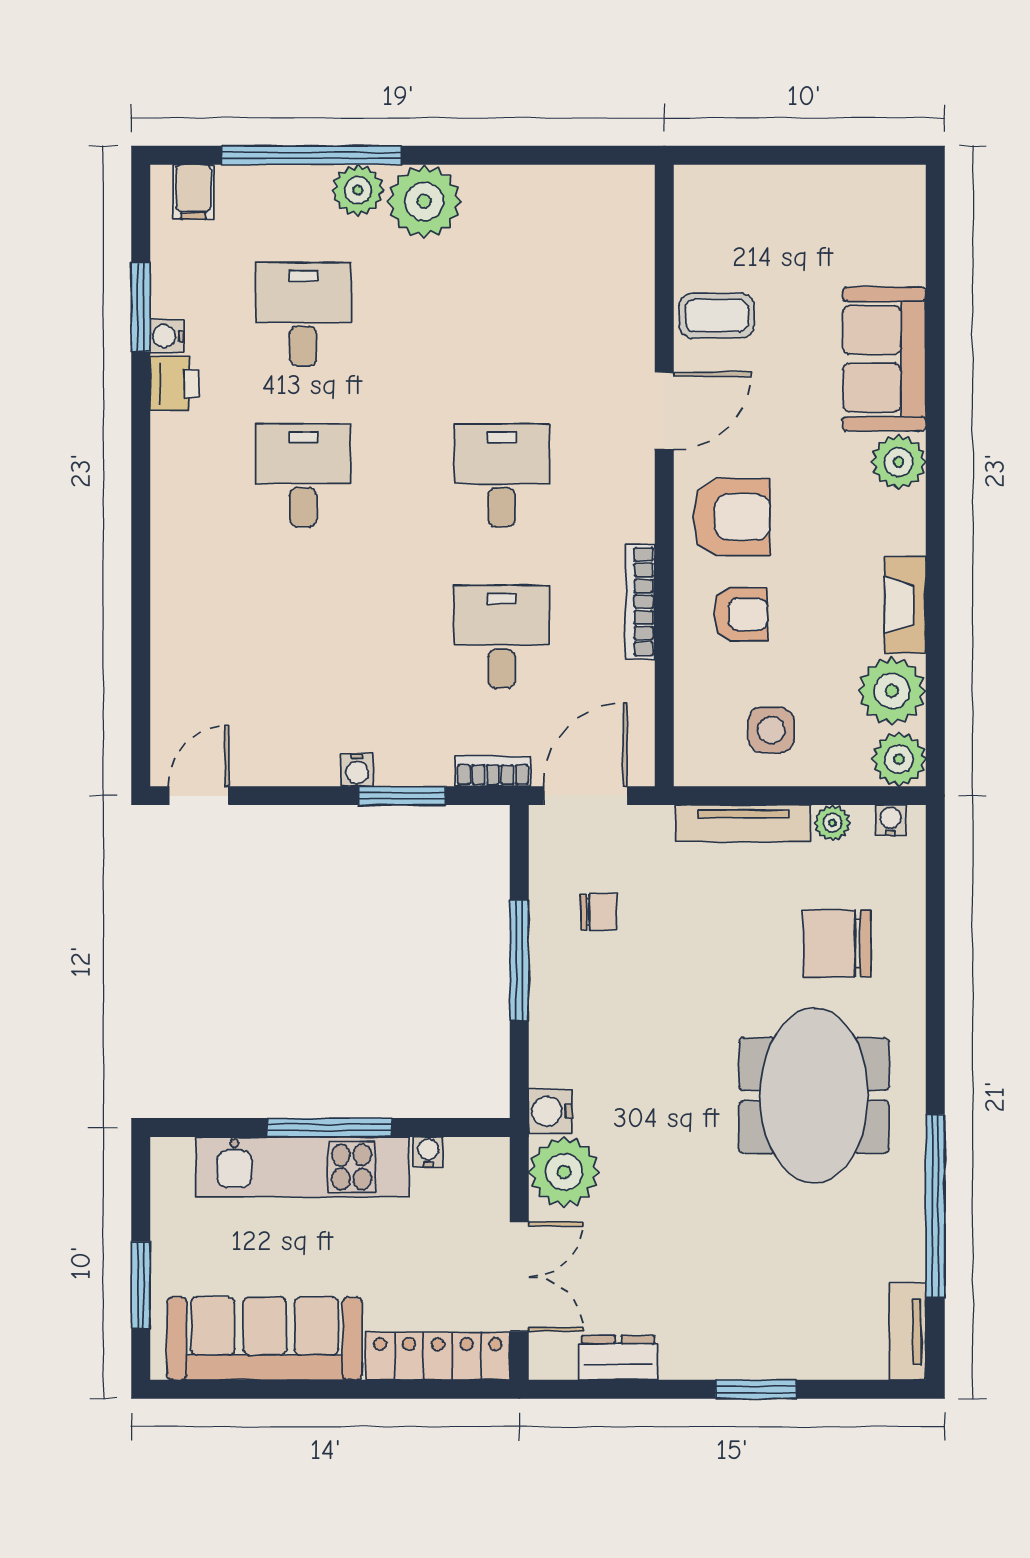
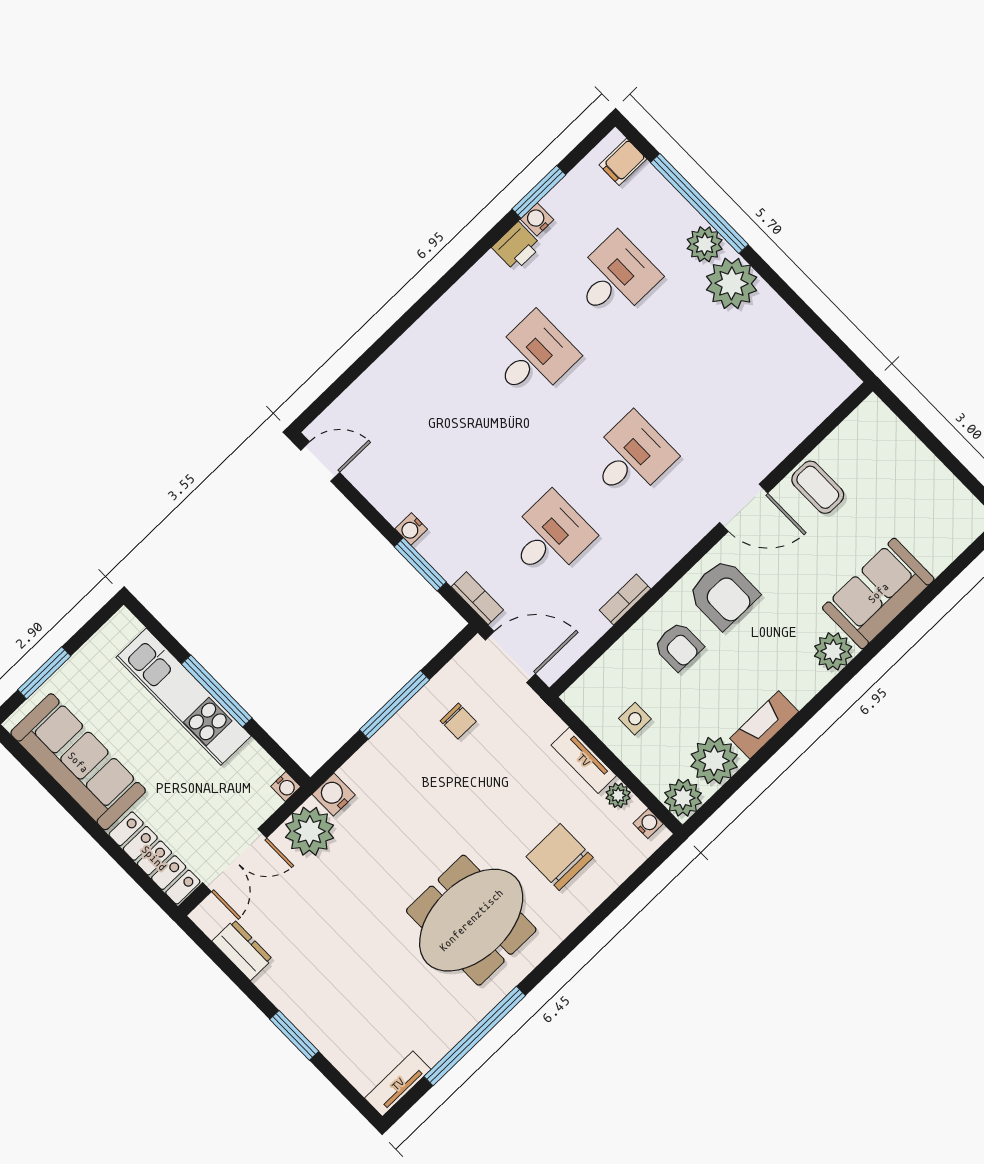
bookcase: (640, 602) -> (625, 599), width x0.64
side table: (771, 730) -> (635, 719), width x0.73, depth x0.73
tv unit: (743, 823) -> (584, 760), width x0.71
water cooler: (428, 1152) -> (286, 786), moved, turned 90

